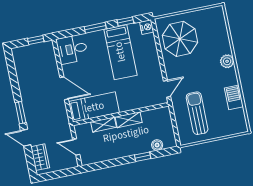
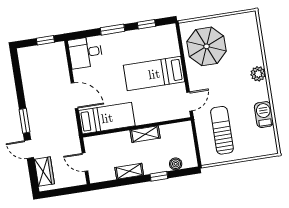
nightstand: (147, 27) -> (170, 31), removed
bed: (120, 52) -> (154, 74), moved, turned 90
shelving: (104, 125) -> (129, 171), moved

